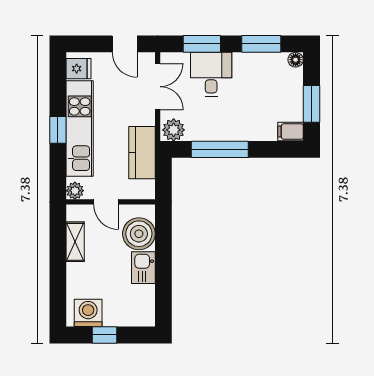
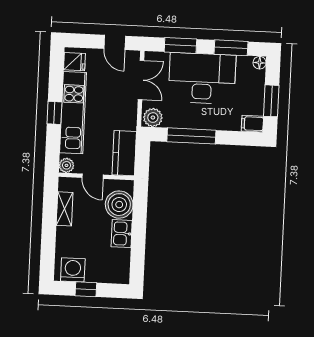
desk: (211, 74) -> (202, 78), width x1.87, depth x1.30
kitchen counter: (142, 153) -> (124, 153), moved

